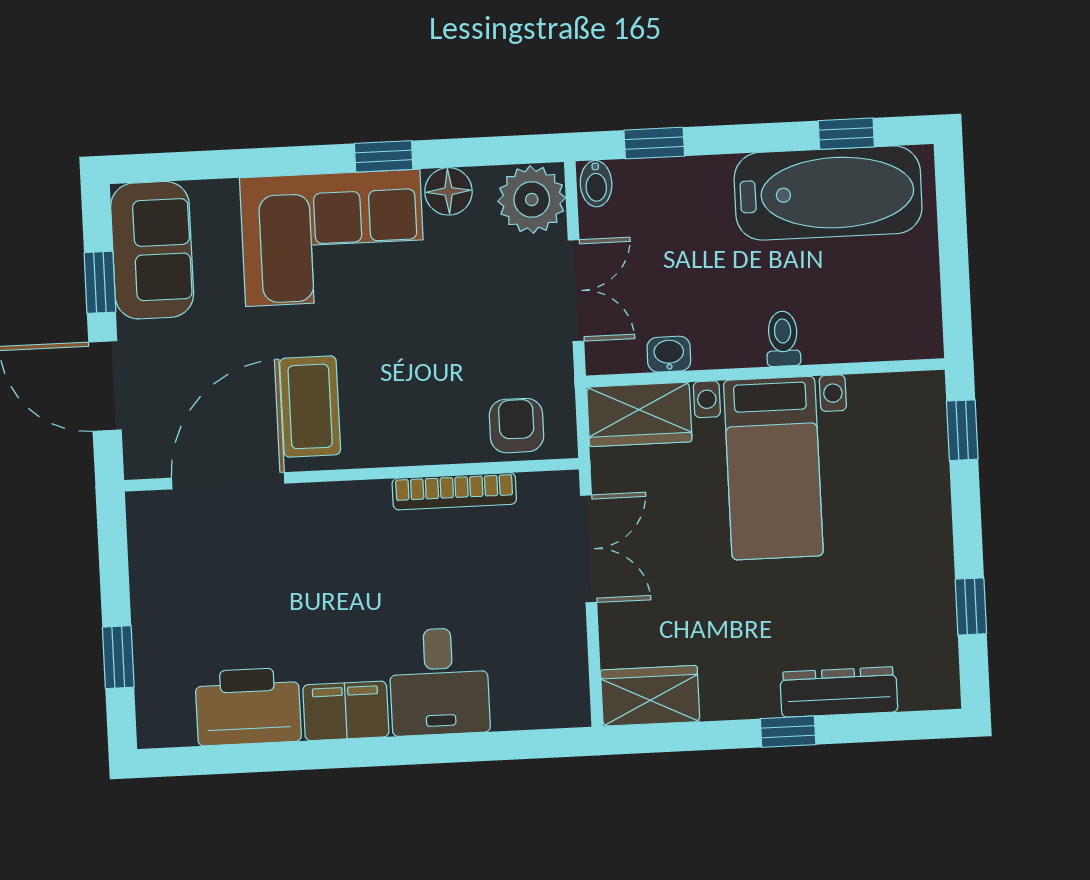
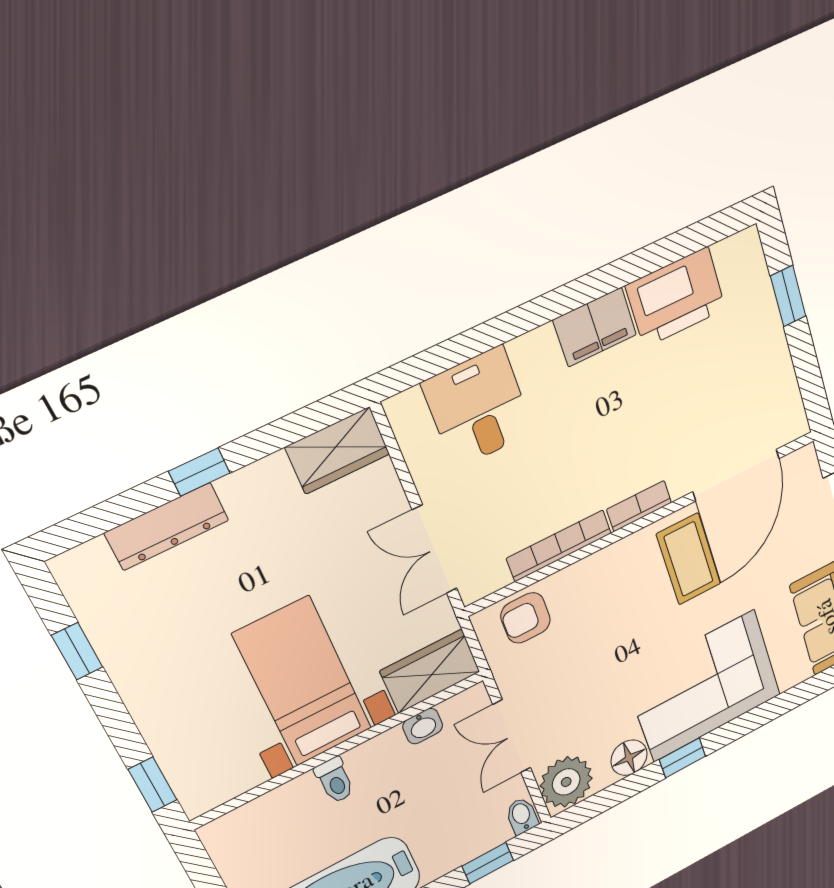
armchair: (516, 426) -> (526, 618), turned 90
bookcase: (351, 496) -> (639, 506), added
desk: (439, 681) -> (478, 408), moved

